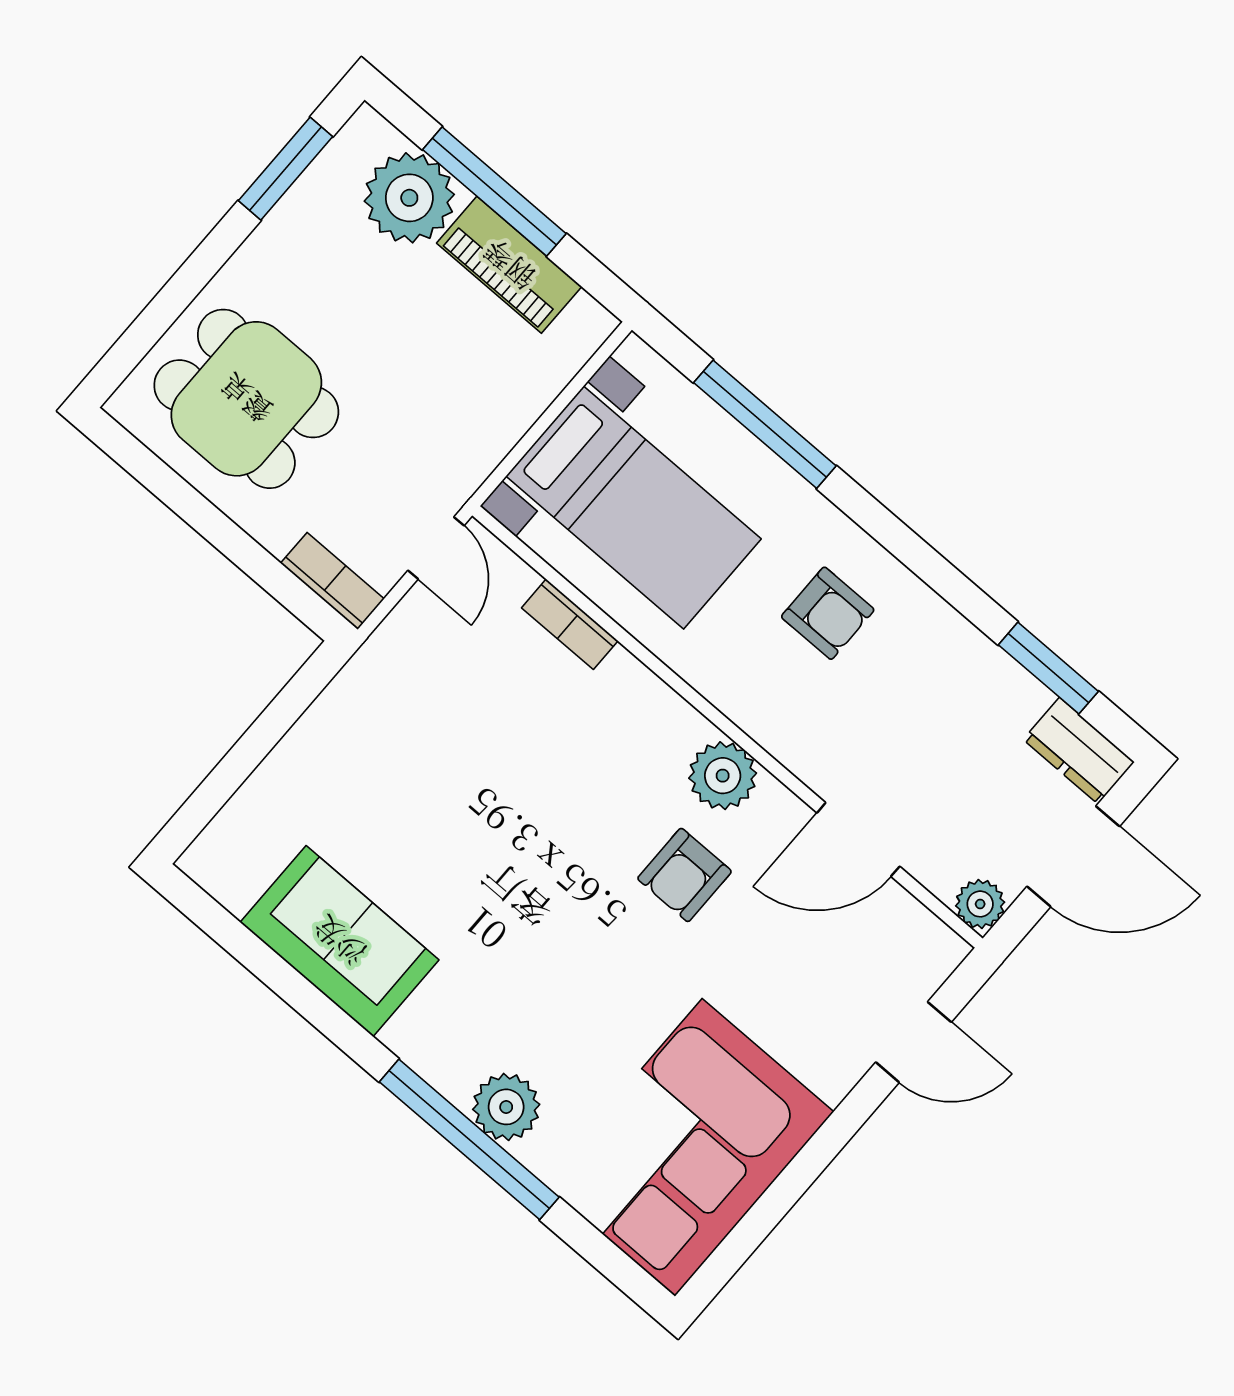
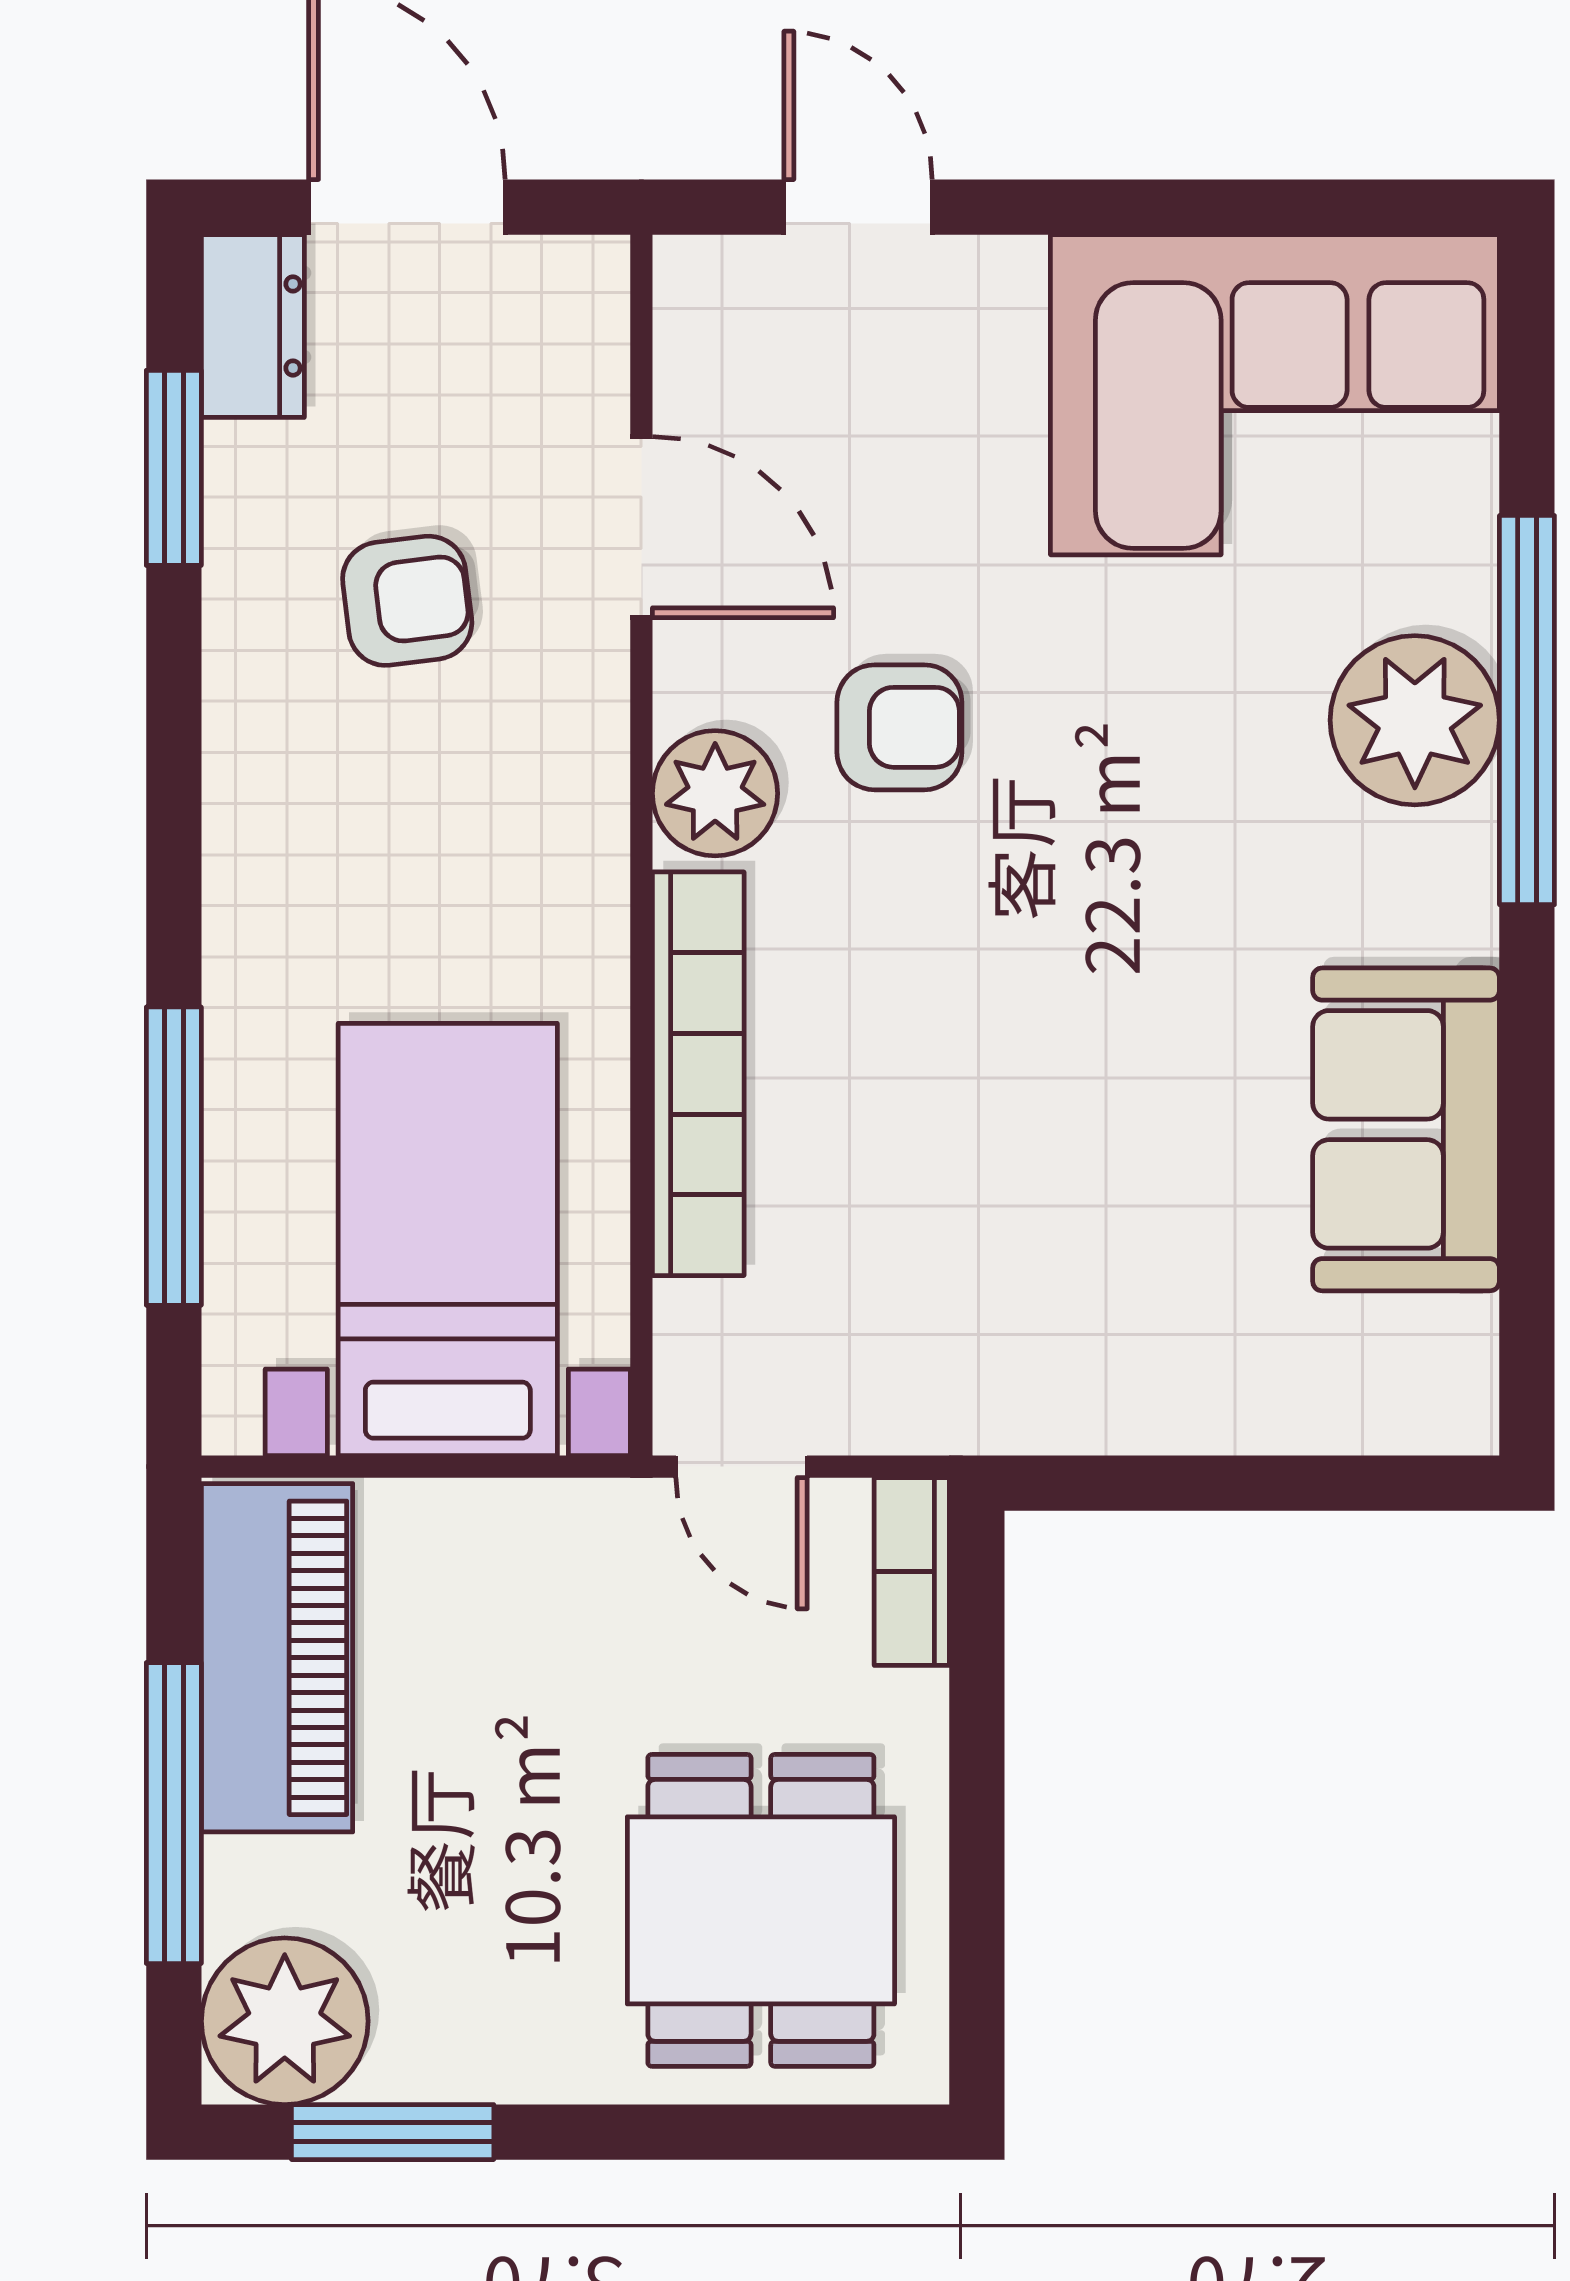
plant: (409, 198) -> (285, 2021), moved
piano: (509, 265) -> (277, 1658), width x1.37, depth x1.33
door: (436, 548) -> (742, 1467), swing flipped
armchair: (828, 613) -> (407, 601), moved, turned 83
bookcase: (570, 624) -> (698, 1074), width x2.31, depth x1.31
plant: (980, 904) -> (585, 280), removed
plant: (506, 1107) -> (1415, 720), width x1.36, depth x1.36

